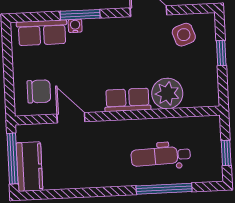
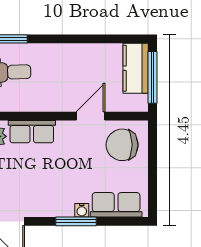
chair: (39, 91) -> (122, 145), width x1.37, depth x1.37
door: (71, 118) -> (91, 116), swing flipped

